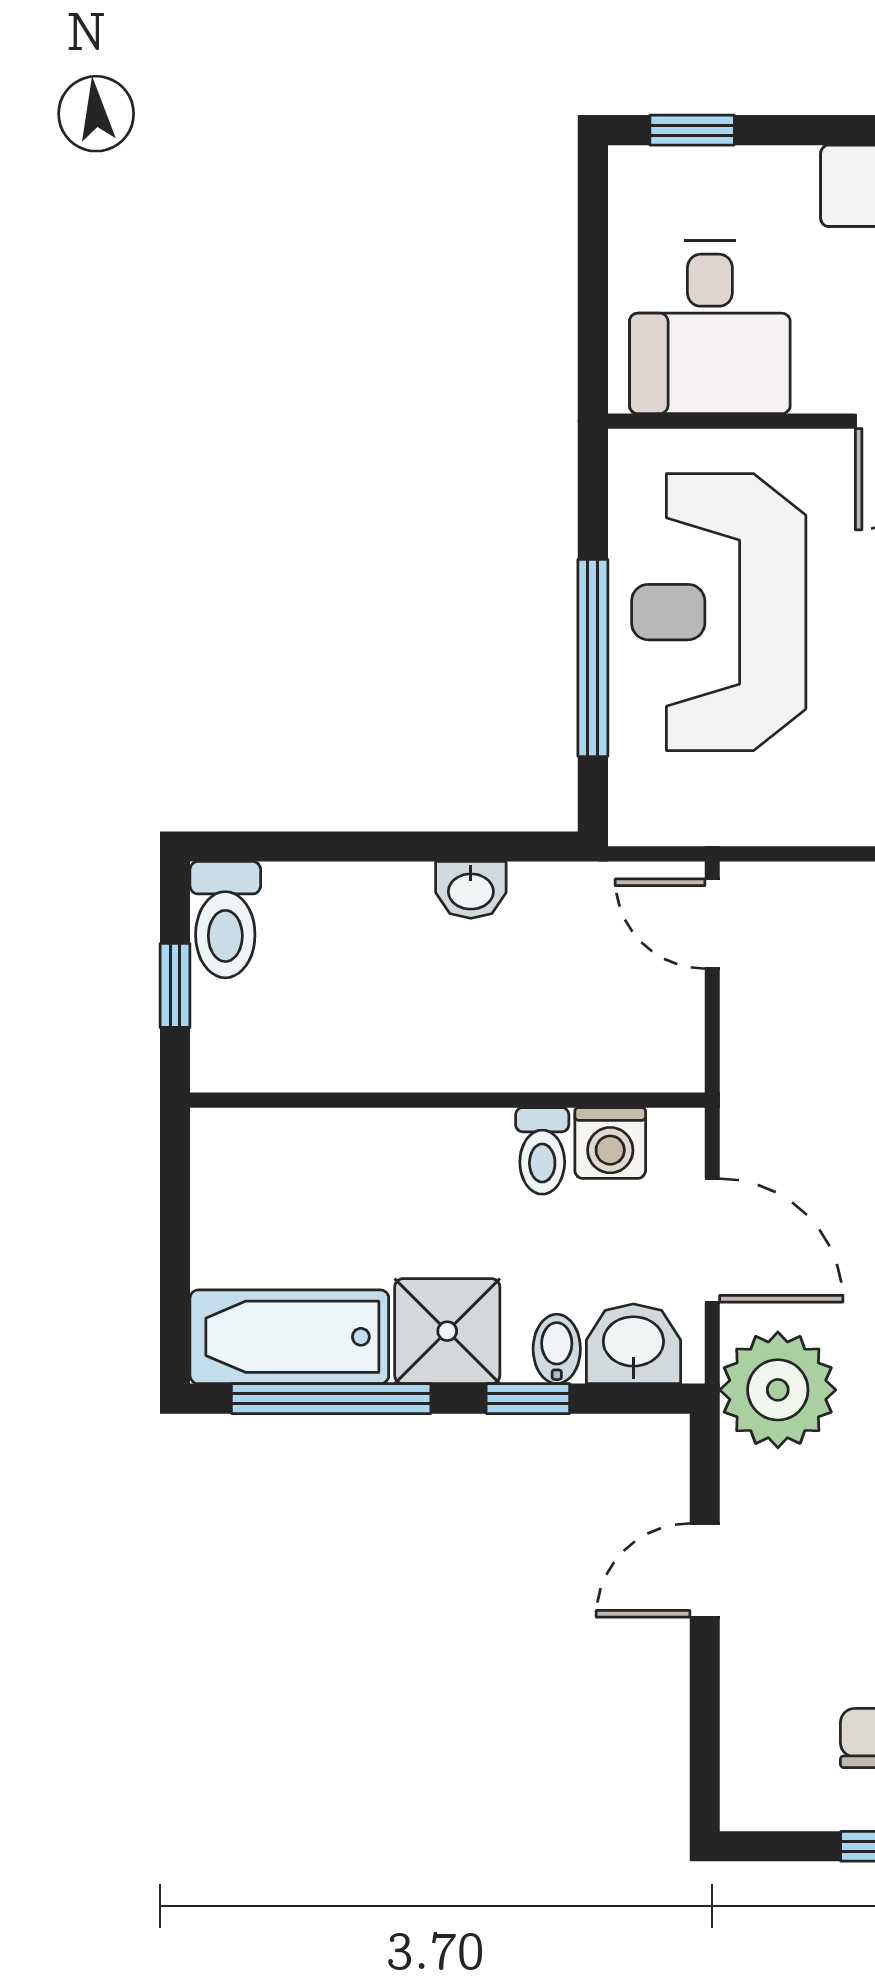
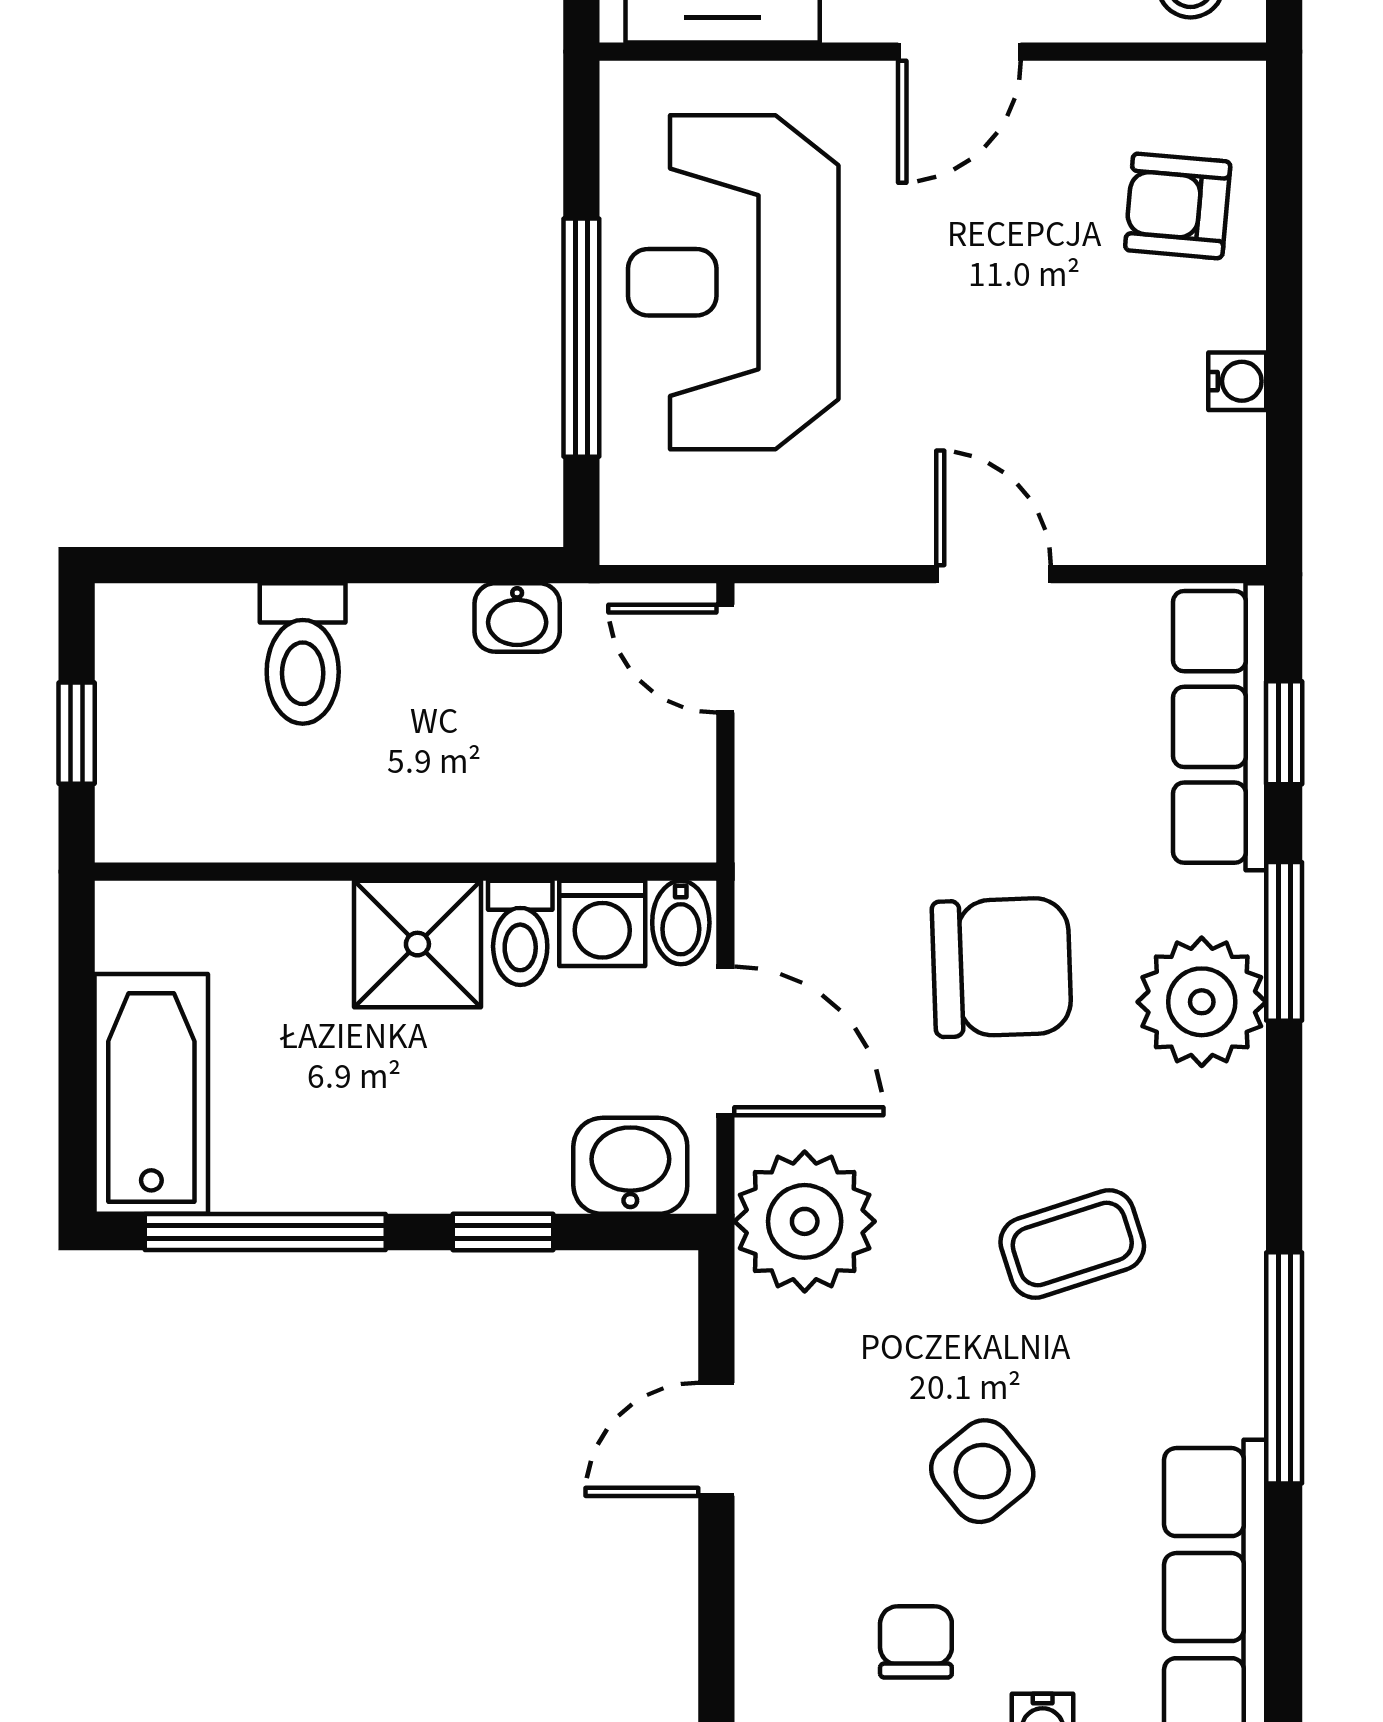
washbasin: (471, 890) -> (517, 618), moved
toilet: (225, 920) -> (303, 654), moved
shower: (447, 1331) -> (417, 944), moved
bathtub: (289, 1337) -> (151, 1094), moved, turned 90
bidet: (557, 1349) -> (681, 923), moved, turned 180

